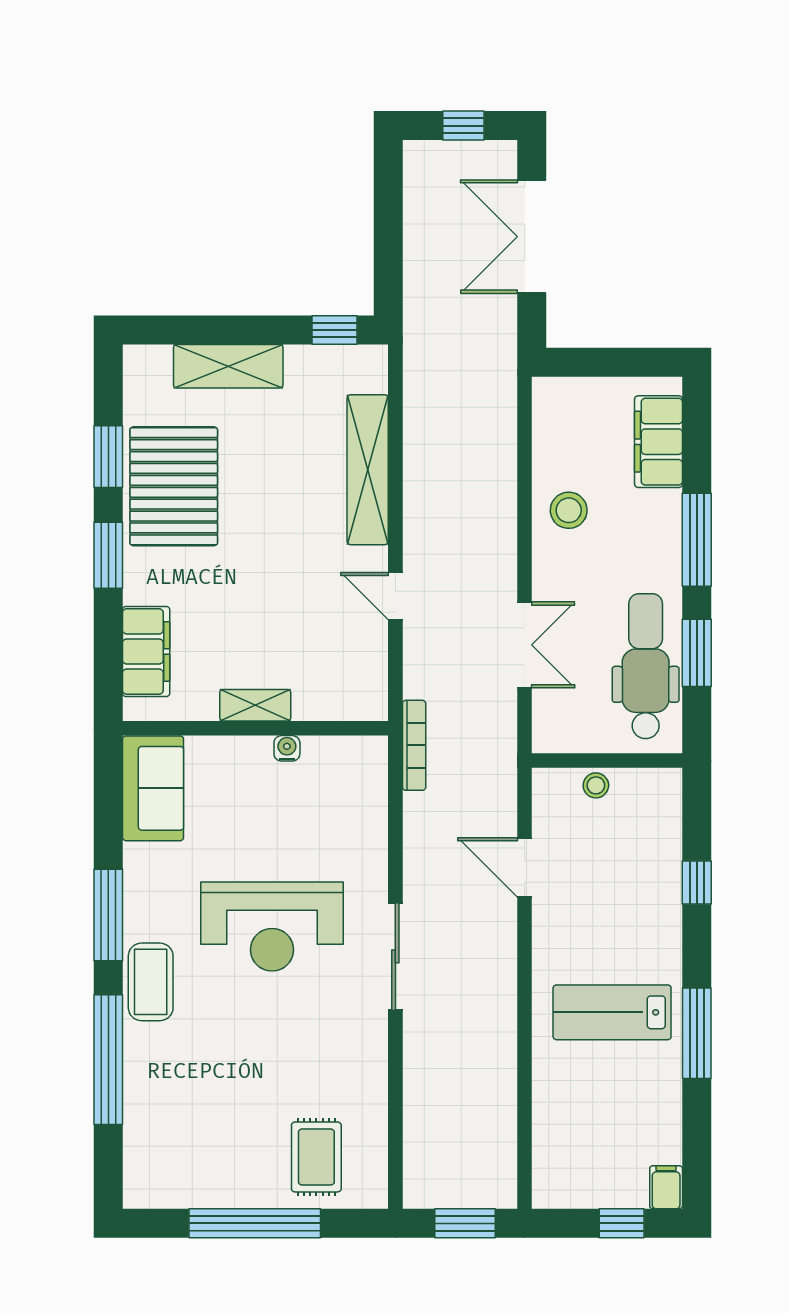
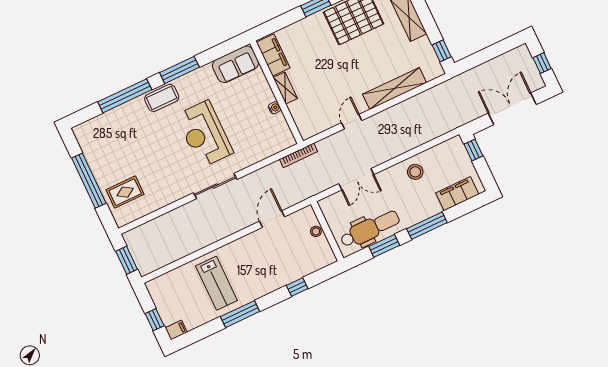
window: (581, 362) -> (473, 150), added
filing cabinet: (146, 651) -> (273, 55), moved, turned -90
lab bench: (612, 1012) -> (216, 283), moved, turned 180

